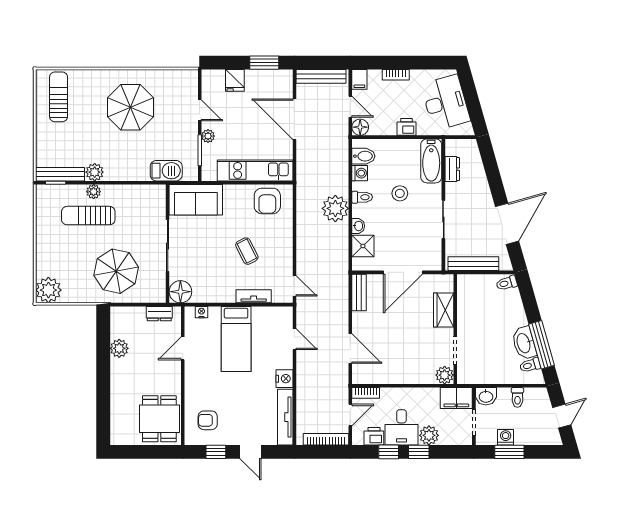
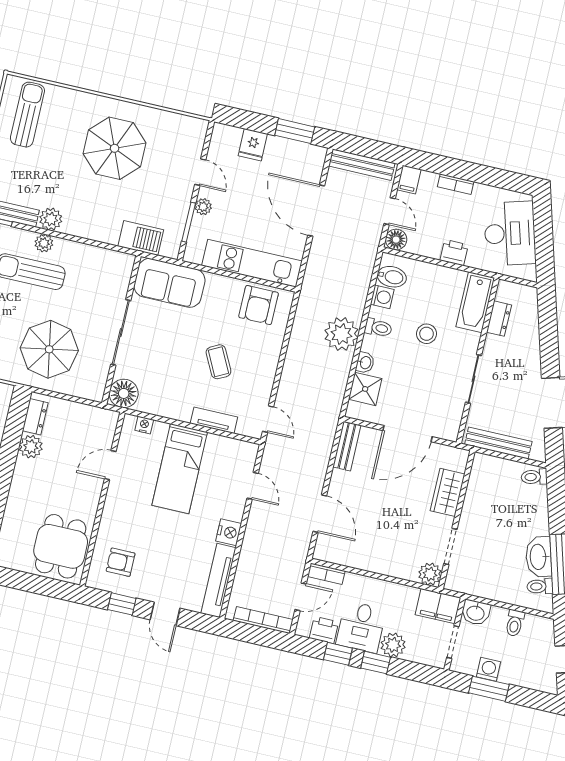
dresser: (159, 314) -> (35, 417), moved, turned -90

